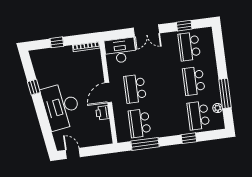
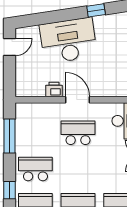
school desk: (140, 123) -> (35, 169), moved

